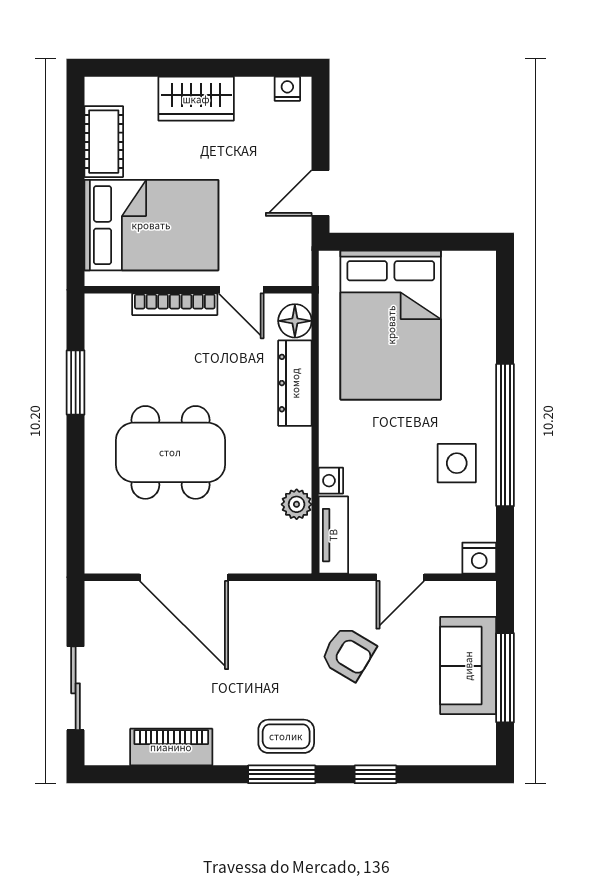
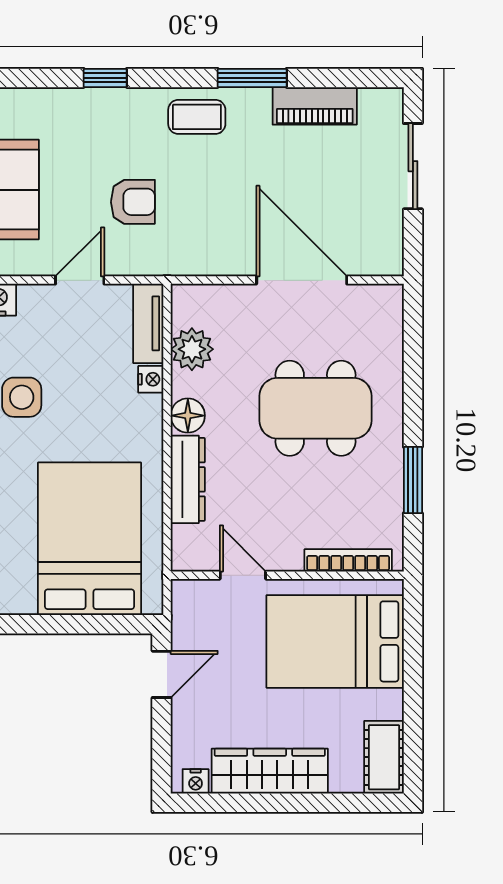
wardrobe: (196, 99) -> (270, 771), width x1.50
cot: (104, 142) -> (384, 757), moved
bookcase: (175, 304) -> (348, 560), moved
floor lamp: (295, 321) -> (188, 416), moved
plant: (297, 504) -> (192, 349), width x1.38, depth x1.38
armchair: (348, 654) -> (133, 202), turned 149
window: (282, 774) -> (252, 78), moved

